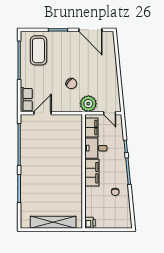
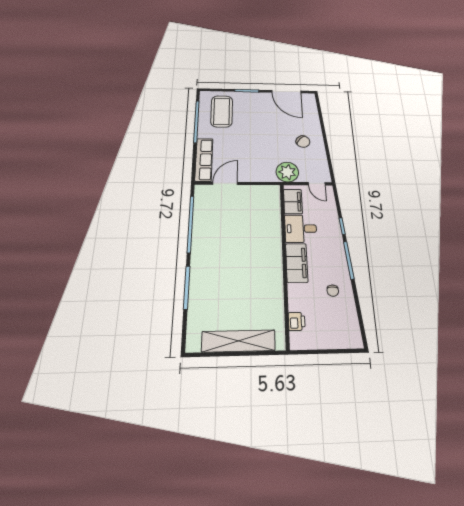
chair: (71, 84) -> (303, 142), moved
row of seats: (26, 100) -> (204, 160), width x1.48
printer: (90, 223) -> (297, 321), moved

